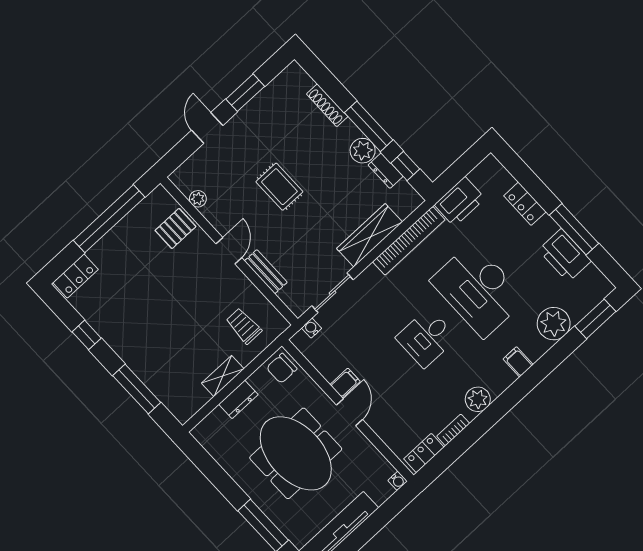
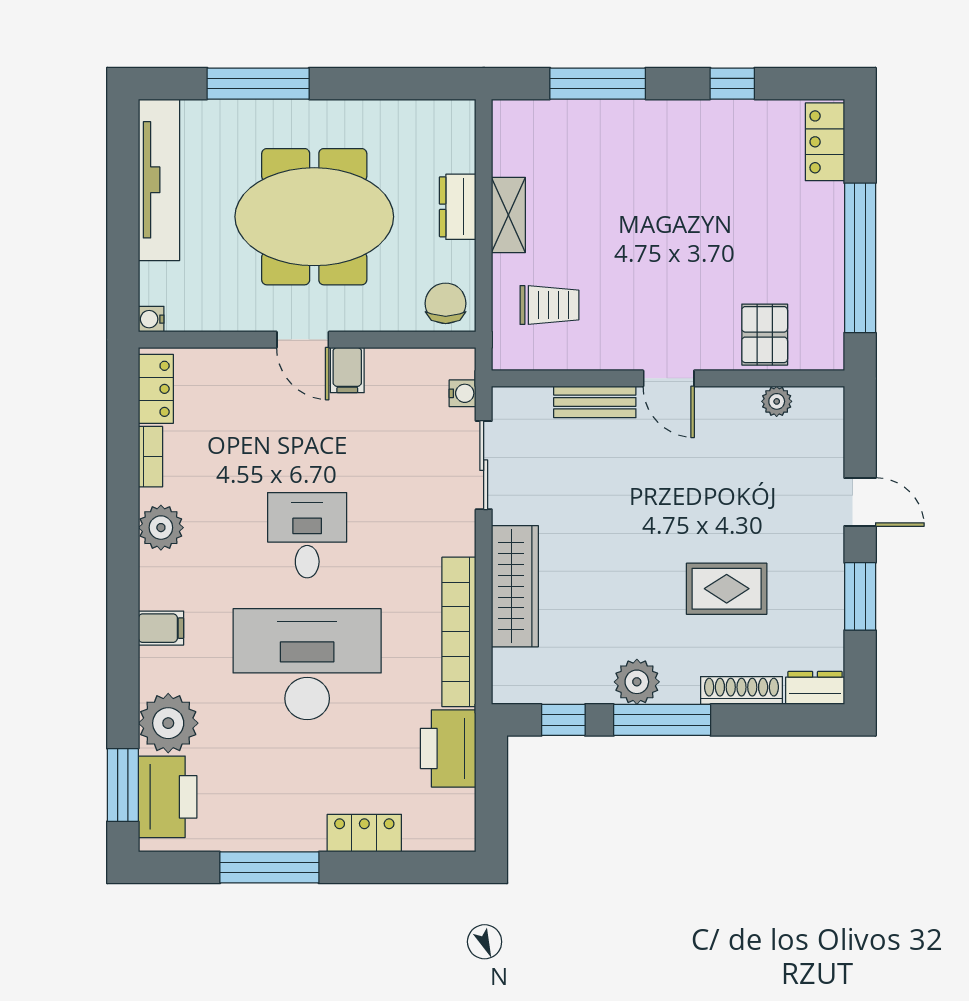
dresser: (386, 171) -> (815, 688), moved
rug: (279, 187) -> (727, 589), moved
printer: (565, 255) -> (168, 797), moved, turned 90

